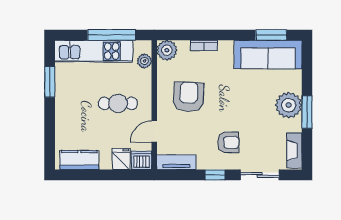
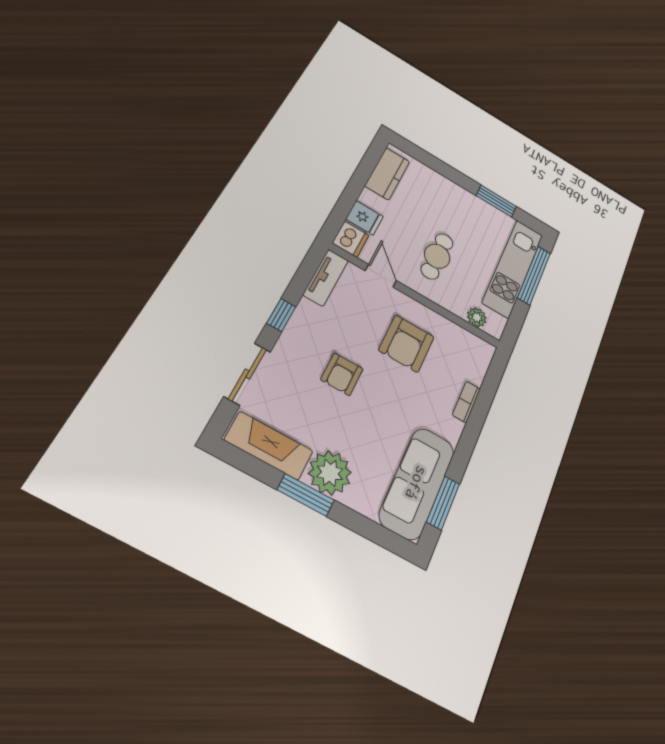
window: (112, 35) -> (534, 275), moved
plant: (167, 50) -> (479, 352), removed
armchair: (189, 97) -> (407, 344), turned 87
armchair: (228, 142) -> (342, 374), moved
fireplace: (294, 150) -> (269, 446), width x1.37, depth x1.32

